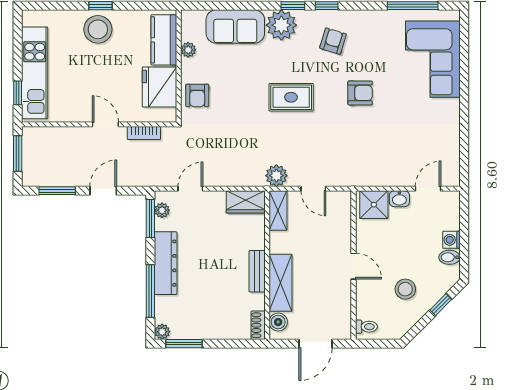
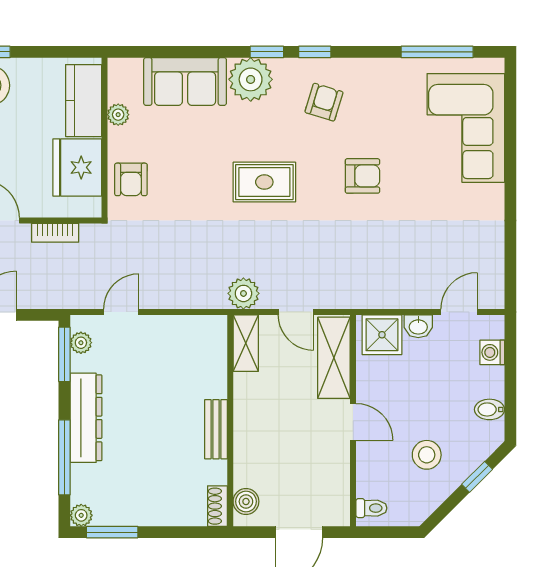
wardrobe: (246, 202) -> (200, 331), removed
washing machine: (451, 240) -> (492, 352), moved
shelving: (280, 283) -> (334, 358), moved

